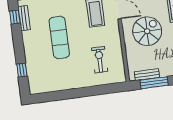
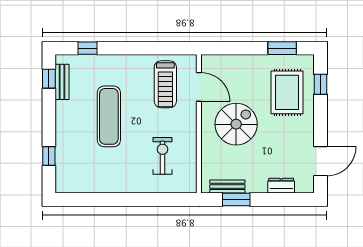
window: (154, 83) -> (236, 199), width x0.69

